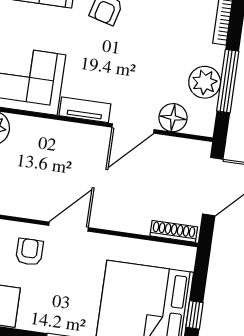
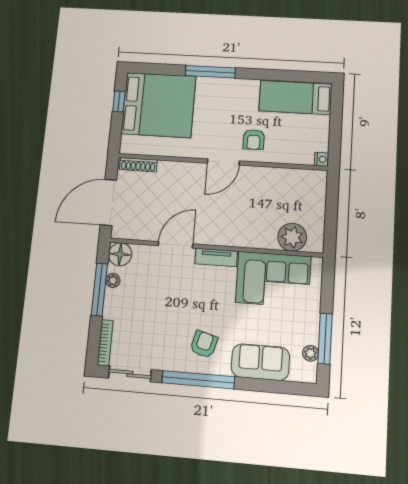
plant: (205, 82) -> (113, 280), width x0.53, depth x0.53
floor lamp: (173, 118) -> (120, 254), moved

